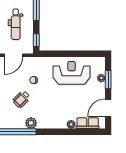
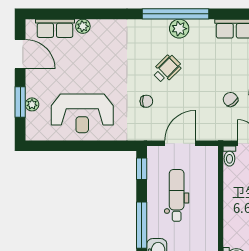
door: (108, 108) -> (20, 54), hinge flipped
plant: (31, 123) -> (179, 29), moved

